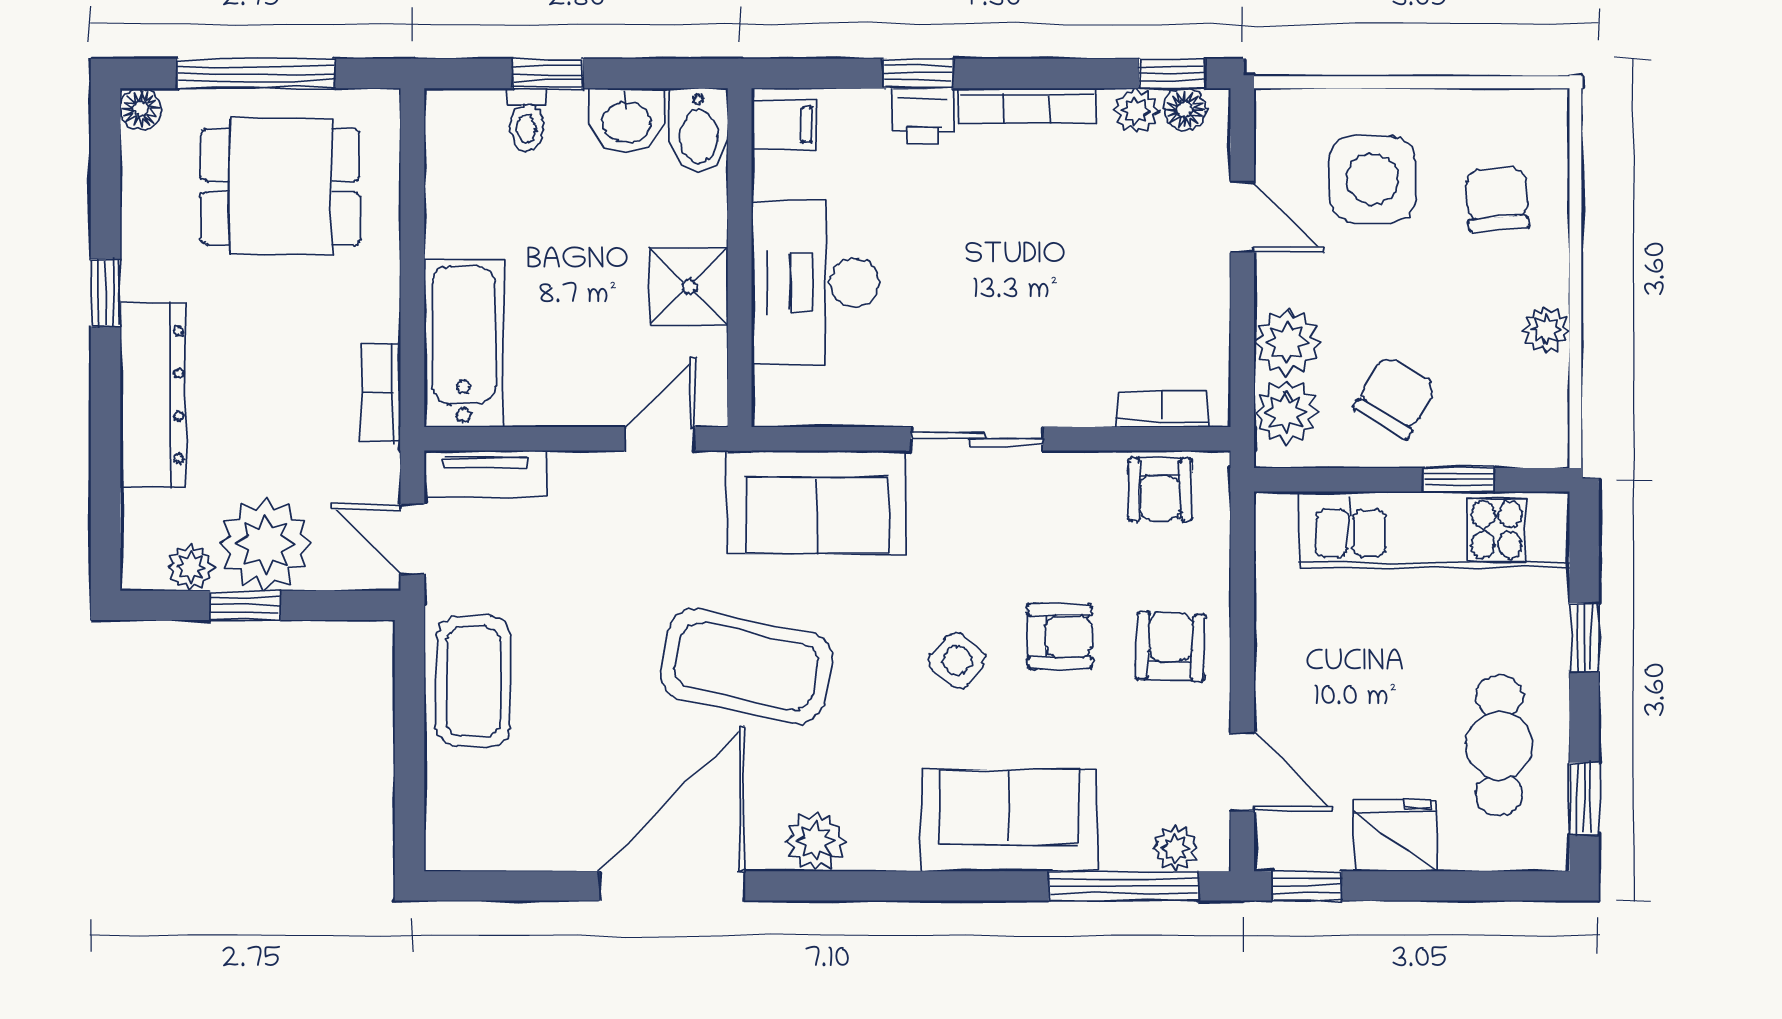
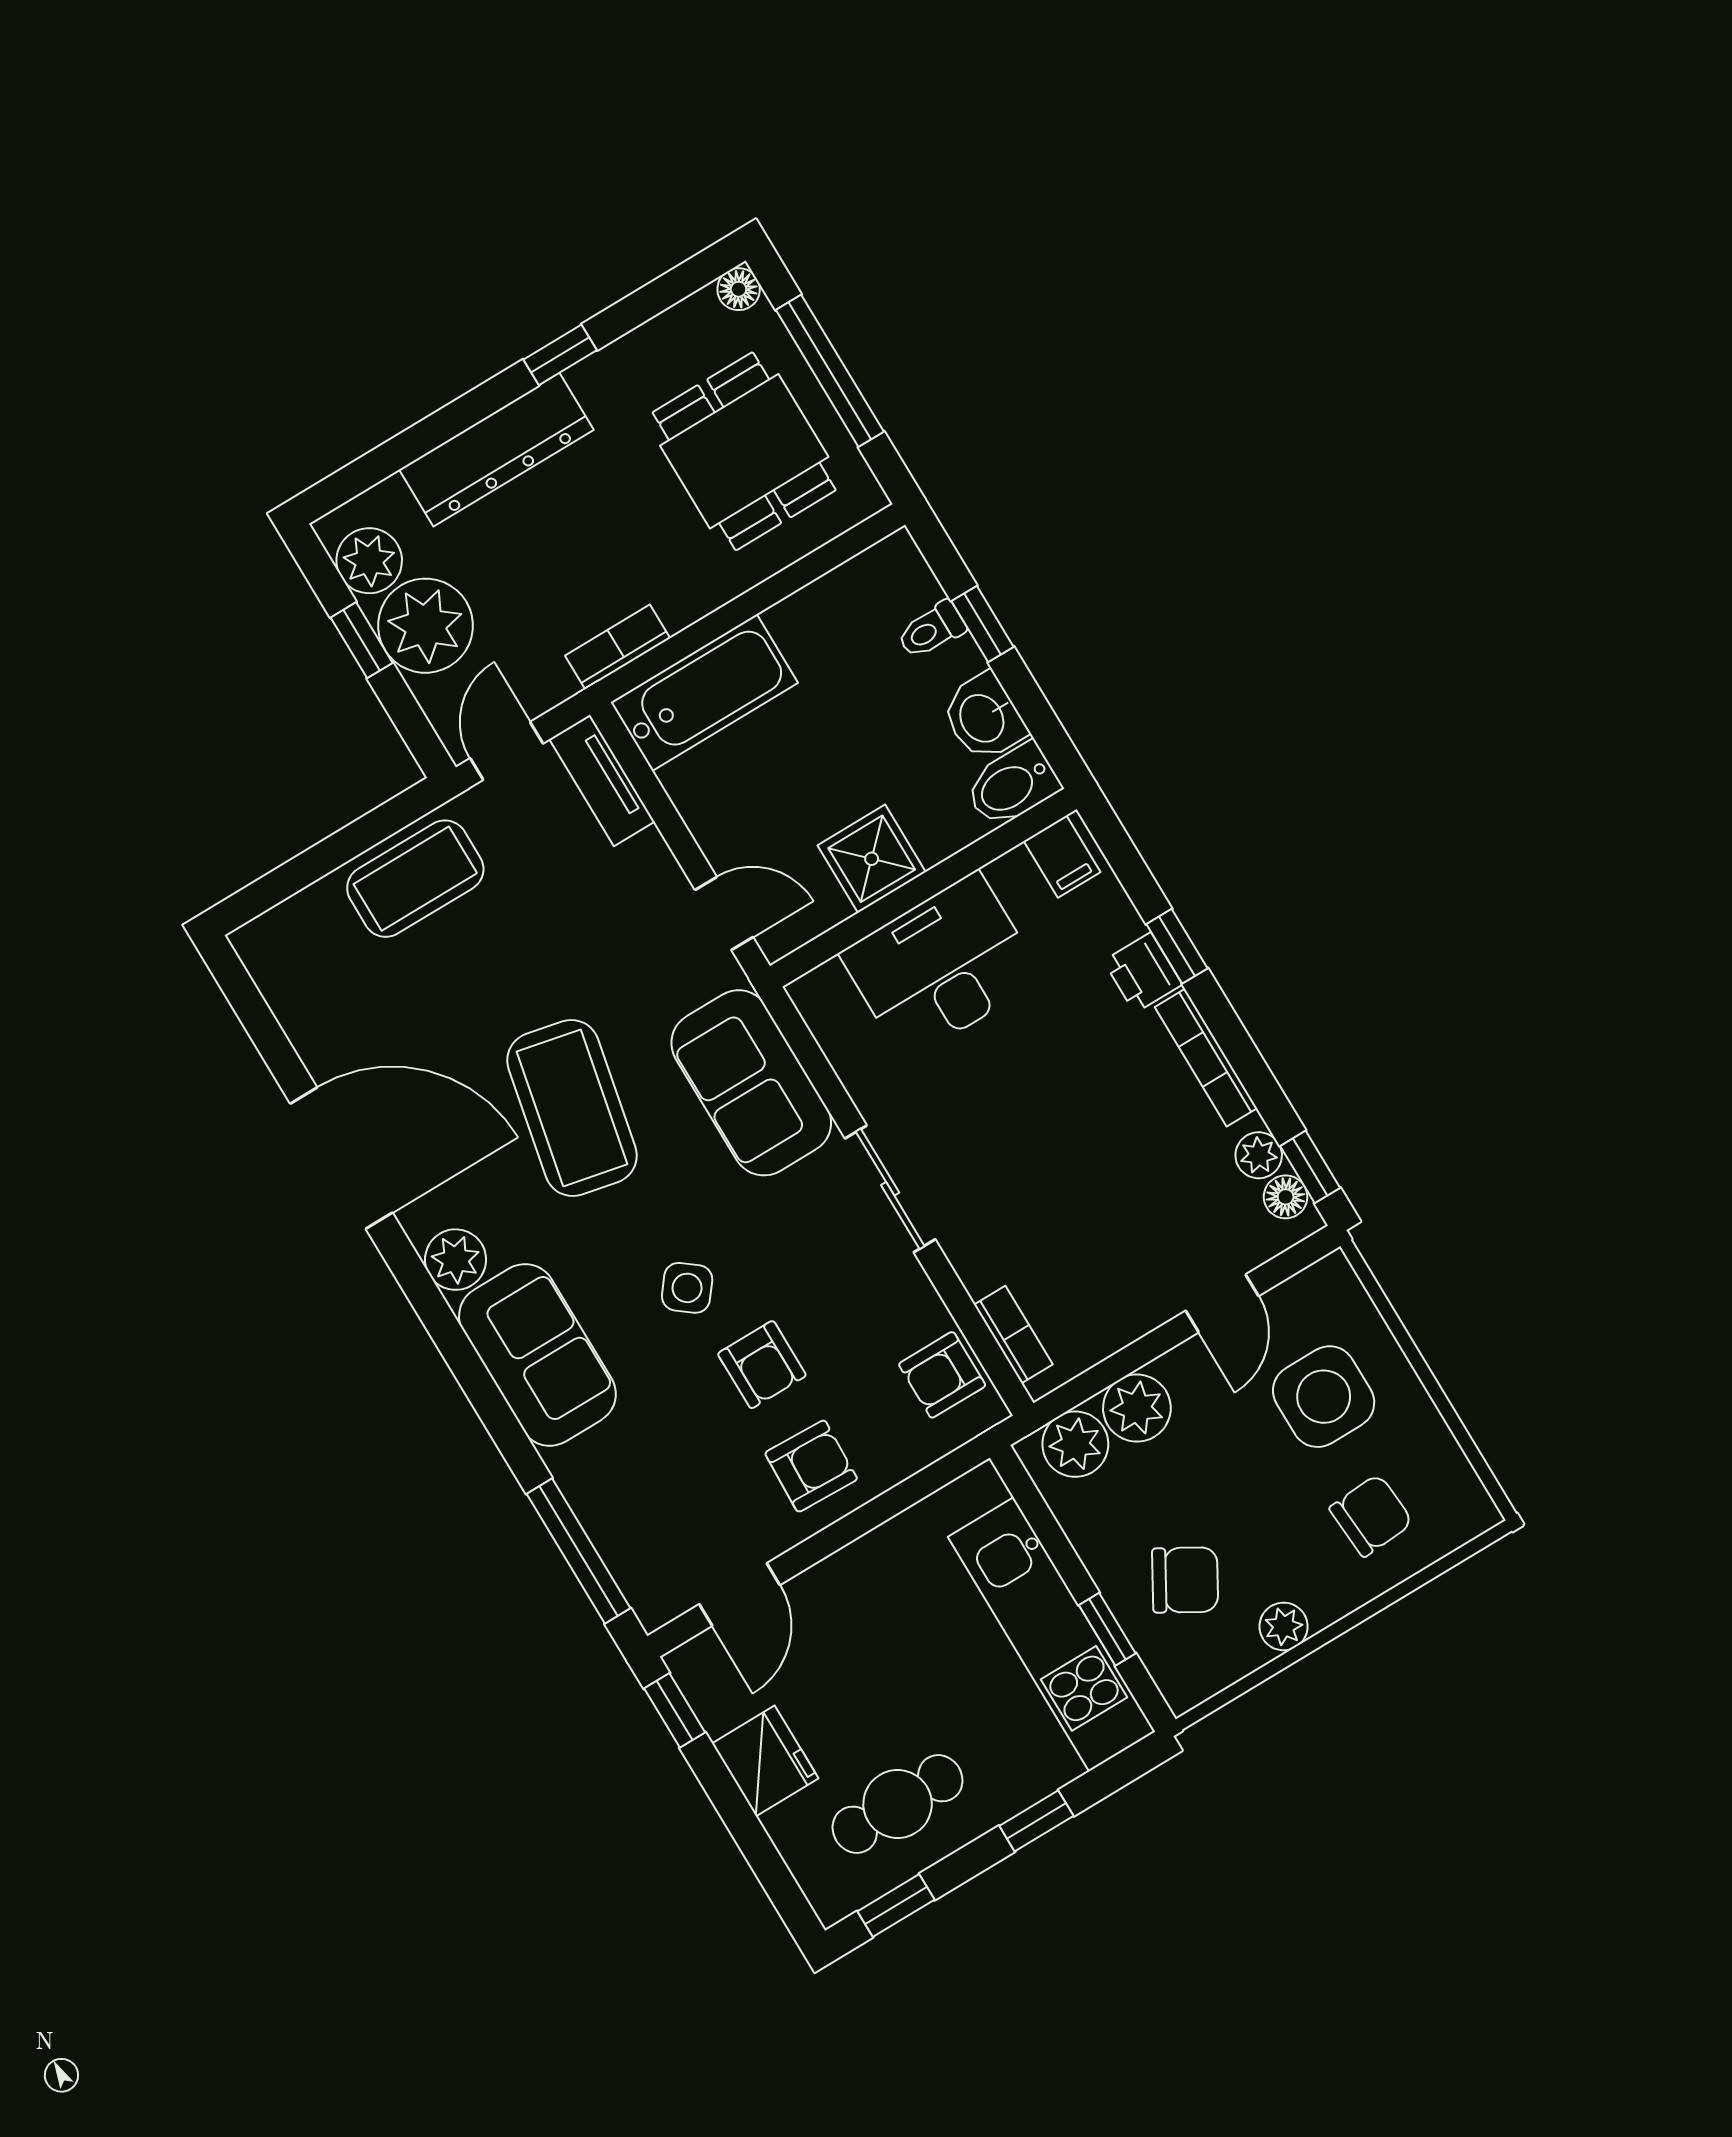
chair: (1395, 397) -> (1185, 1580), moved
plant: (191, 567) -> (369, 561), width x1.38, depth x1.38
sofa: (1009, 821) -> (537, 1355), moved
plant: (1175, 848) -> (638, 1576), removed

